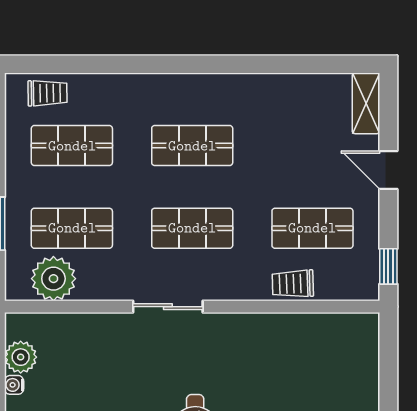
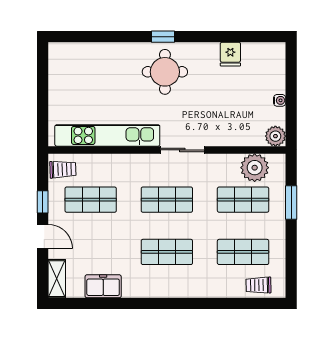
freezer: (293, 91) -> (103, 286), added
window: (388, 266) -> (43, 202), moved
trolley: (293, 284) -> (63, 169), moved
kitchen unit: (286, 329) -> (107, 135), added
plant: (21, 357) -> (275, 136), moved

